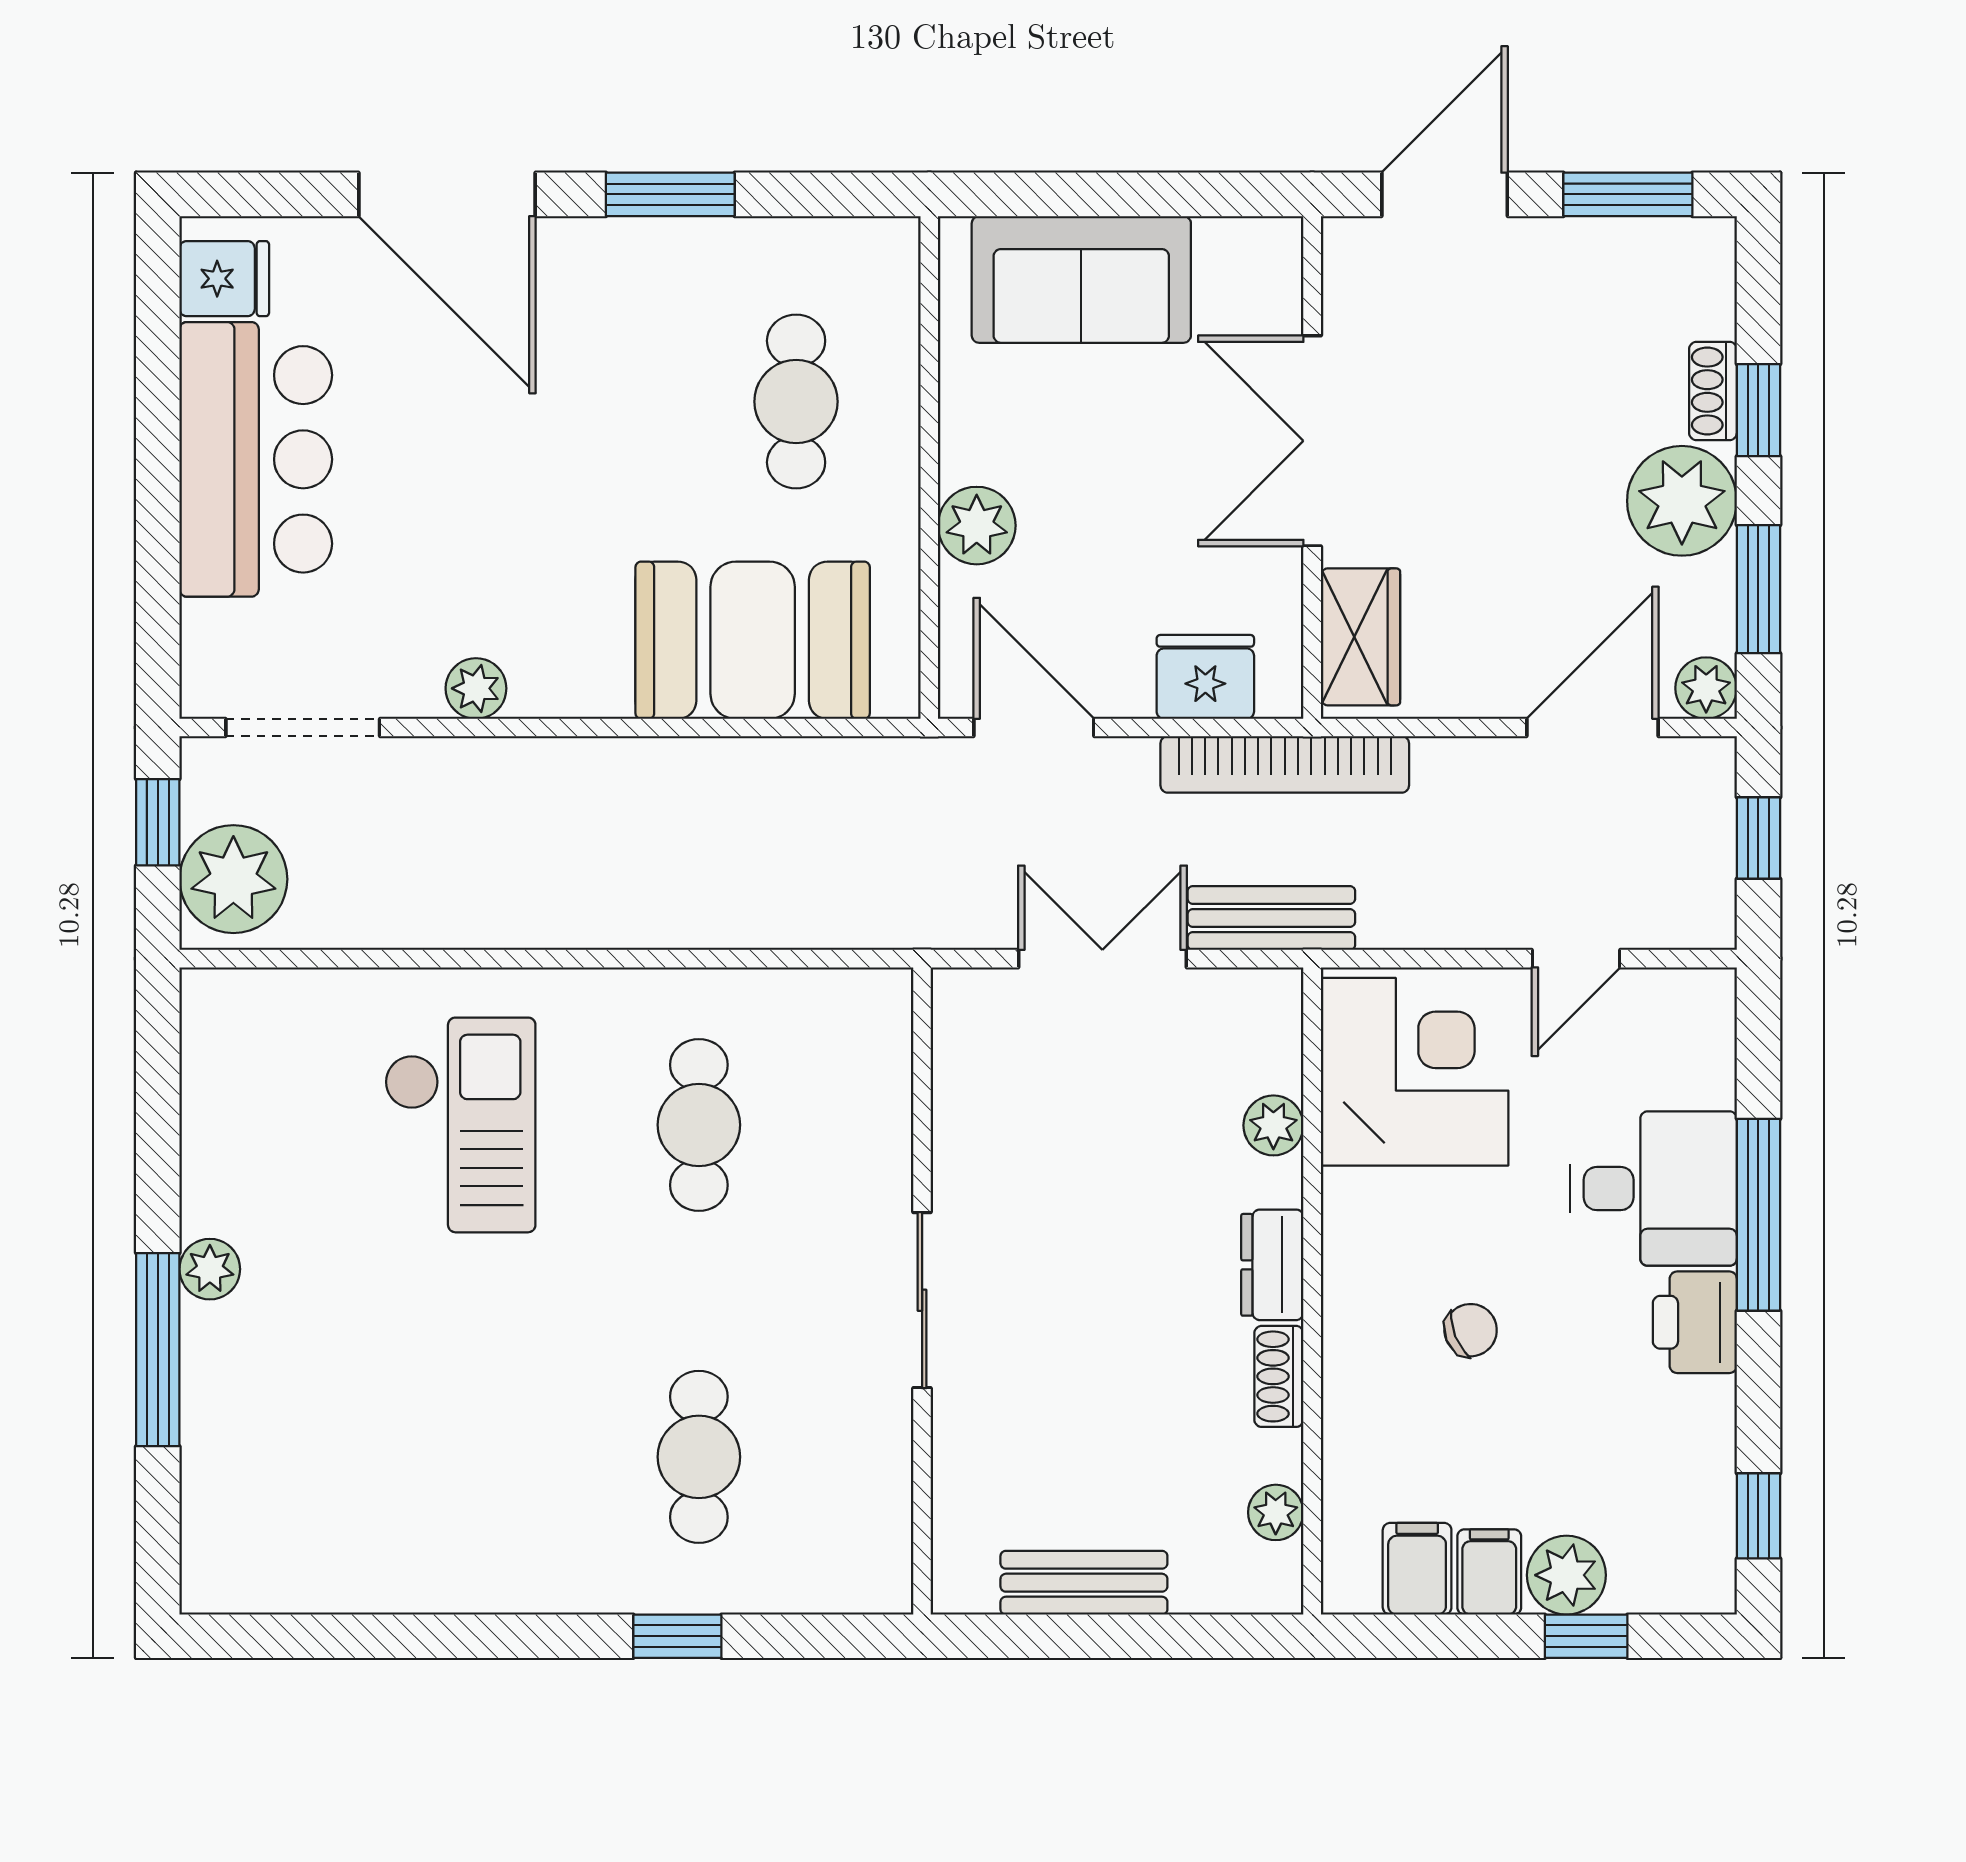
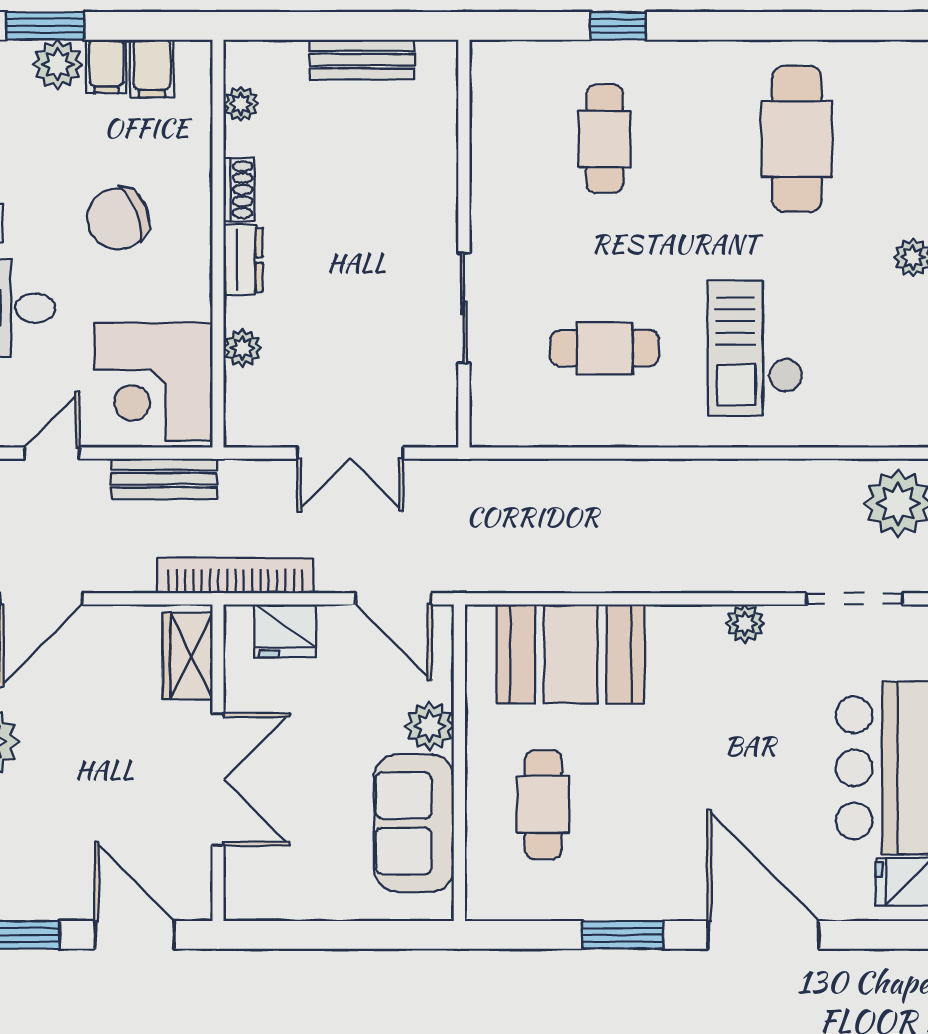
door: (1445, 194) -> (135, 935), swing flipped
sofa: (1081, 279) -> (414, 823), moved, turned -90
bench: (1271, 918) -> (164, 479), moved
cafe table: (699, 1125) -> (605, 348), turned 90
sliding door: (922, 1300) -> (464, 308), moved
chair: (1471, 1330) -> (118, 219), width x1.87, depth x1.87
cafe table: (394, 1457) -> (797, 139), added
window: (1586, 1636) -> (45, 26), width x1.50

